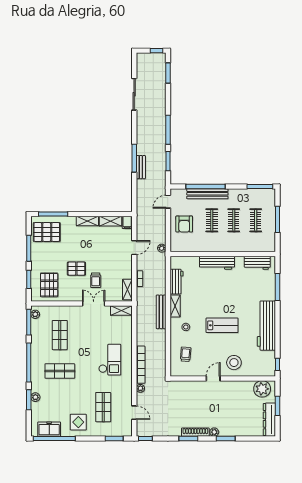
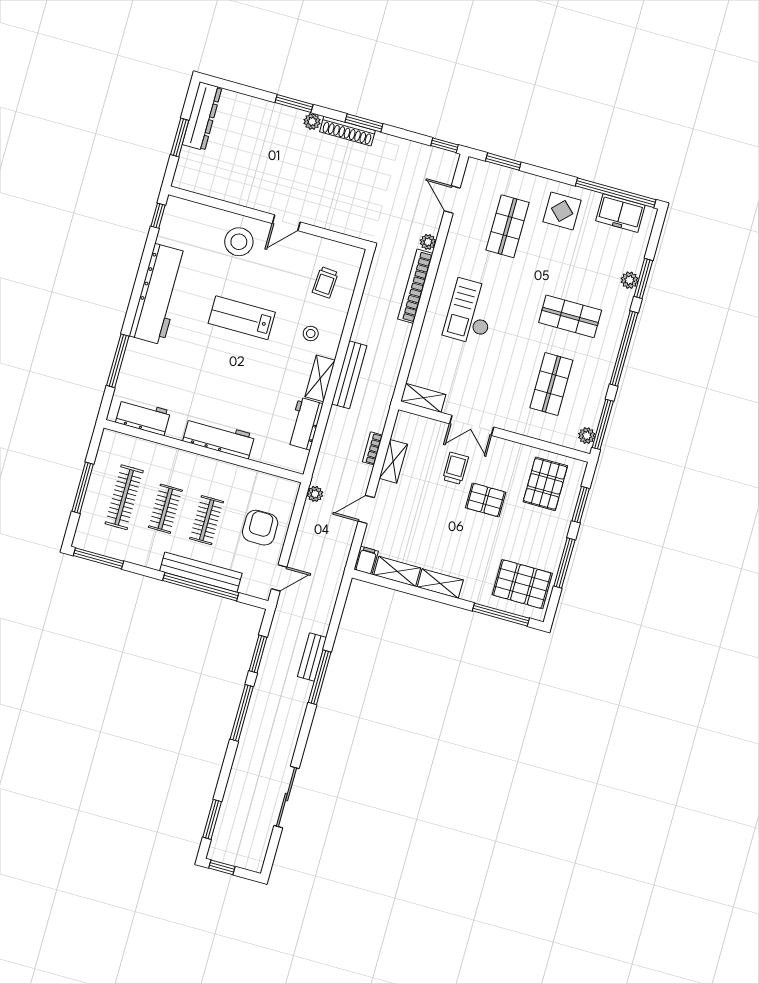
clothes rail: (256, 220) -> (124, 497), width x1.36
shelving: (127, 290) -> (393, 461), moved
plant: (262, 389) -> (200, 178), removed

